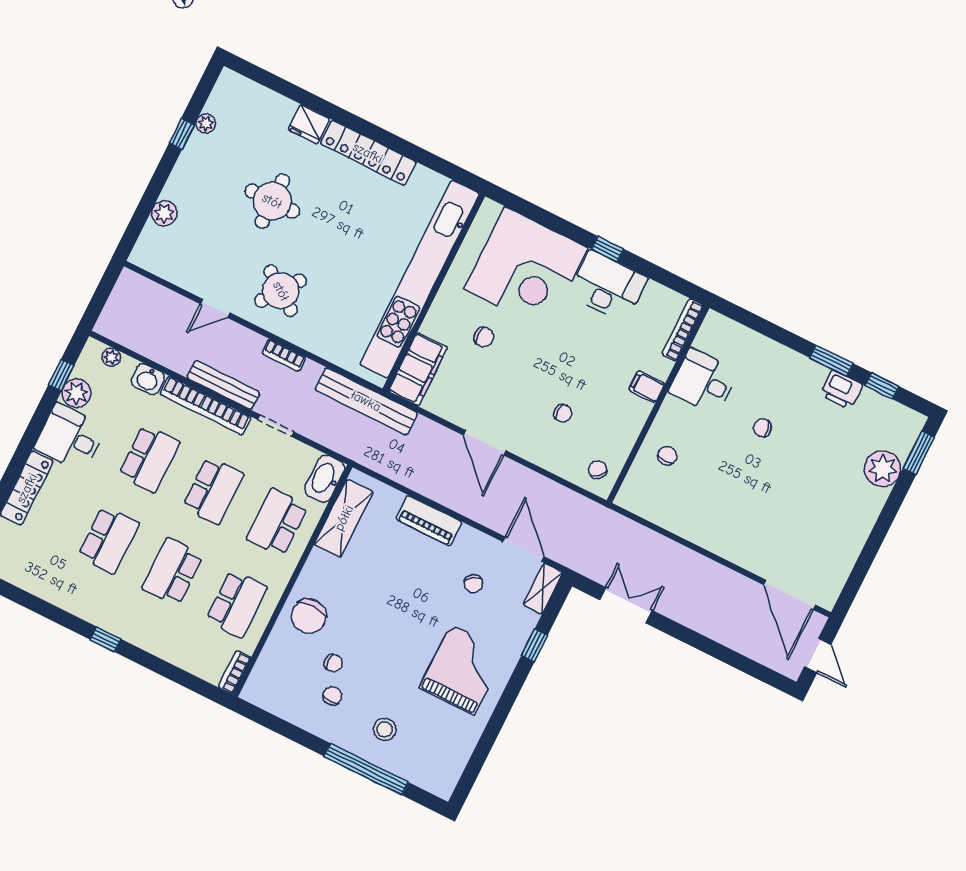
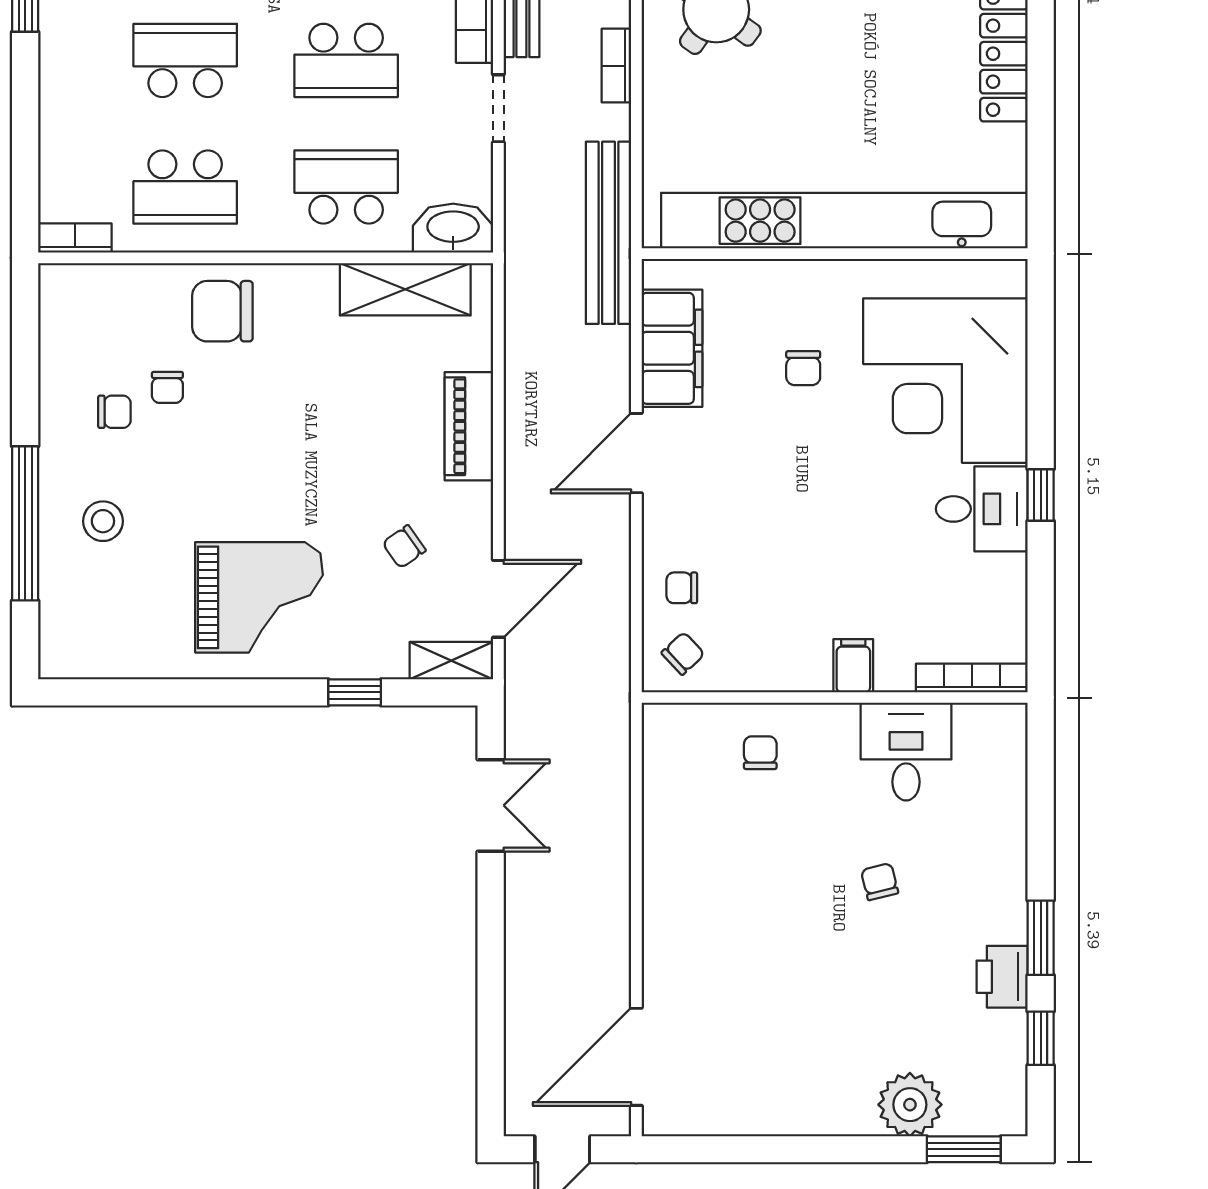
desk: (608, 286) -> (982, 509), width x0.73
filing cabinet: (418, 369) -> (672, 348), moved, turned -90
chair: (563, 413) -> (682, 588), moved, turned 90
chair: (667, 456) -> (760, 753), turned -90

